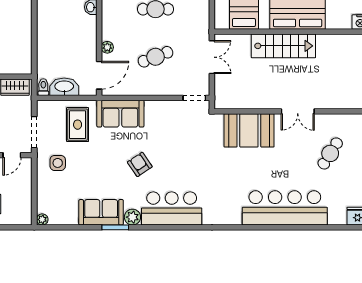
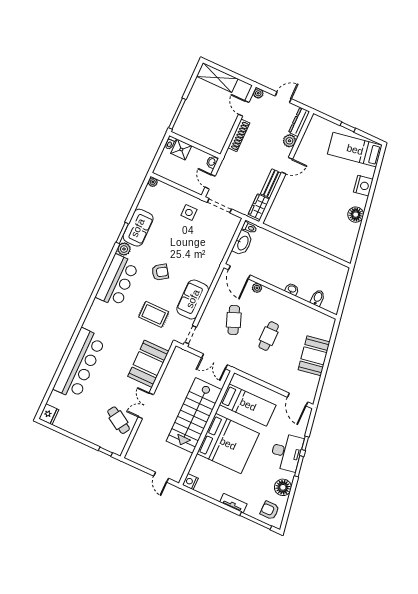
stairs: (283, 46) -> (194, 415), width x1.36, depth x1.51
sofa: (120, 114) -> (193, 299), moved
rug: (78, 125) -> (154, 314), moved
cafe table: (330, 153) -> (119, 420), moved

